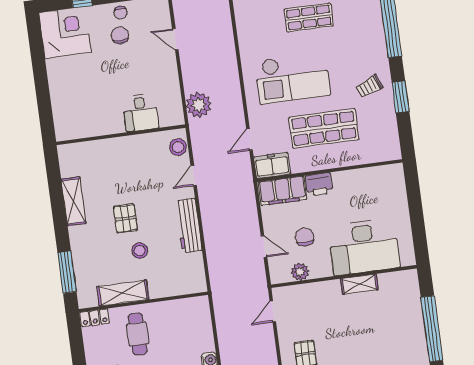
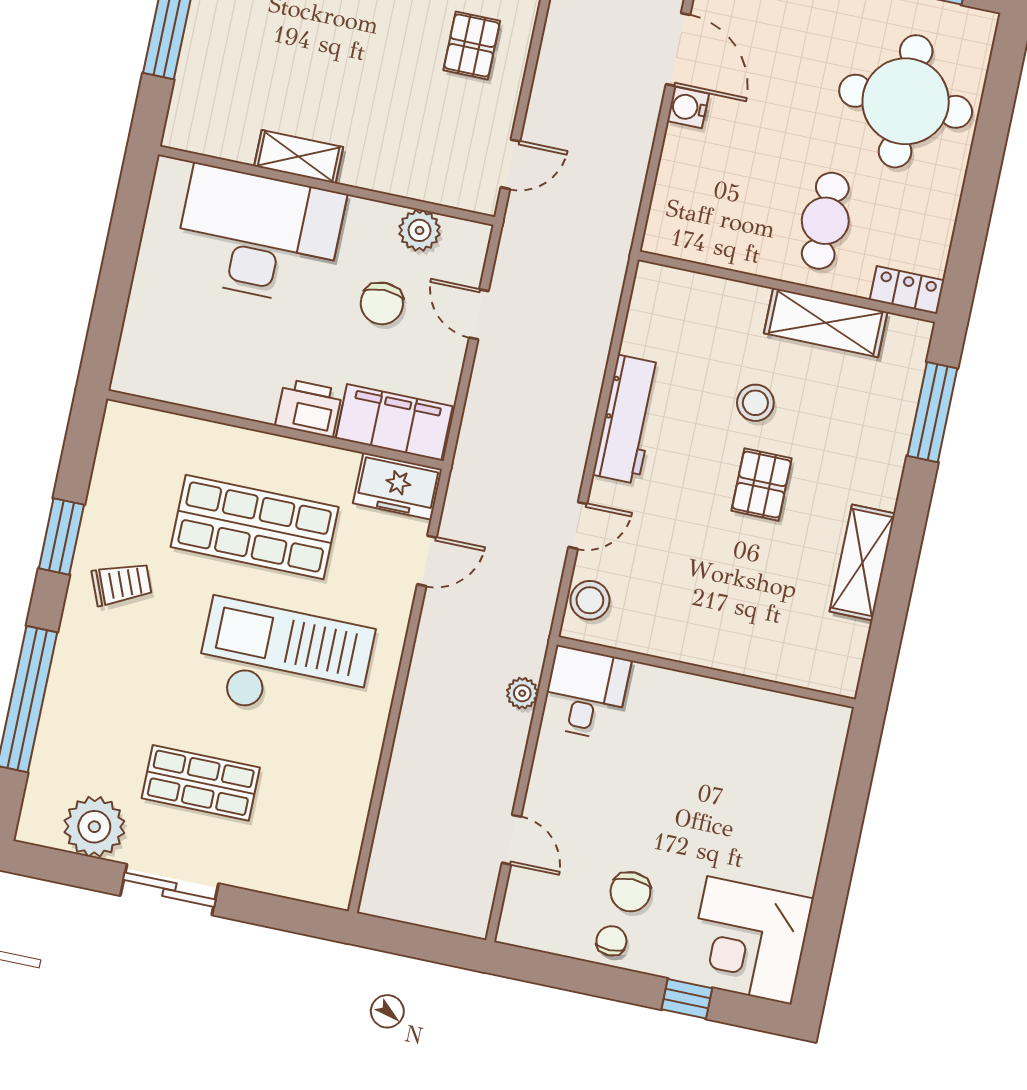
plant: (199, 105) -> (522, 693), width x0.53, depth x0.53
desk: (141, 113) -> (586, 693), moved

